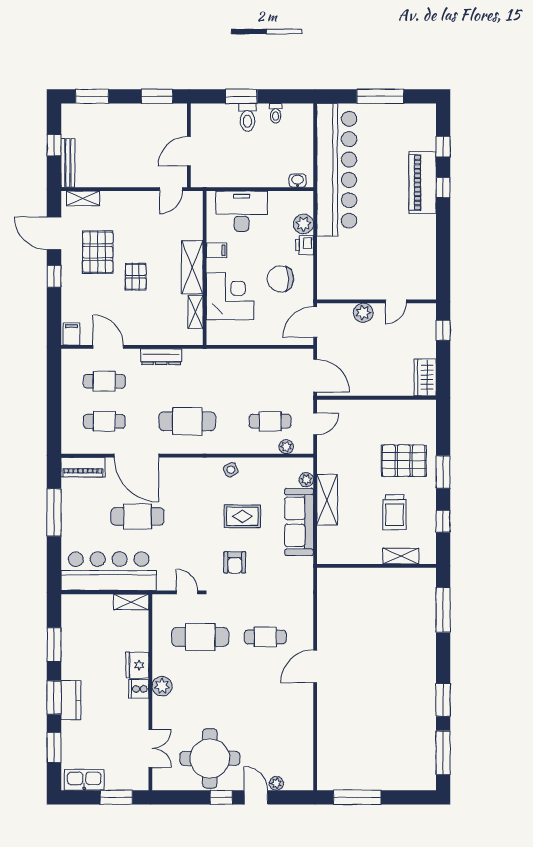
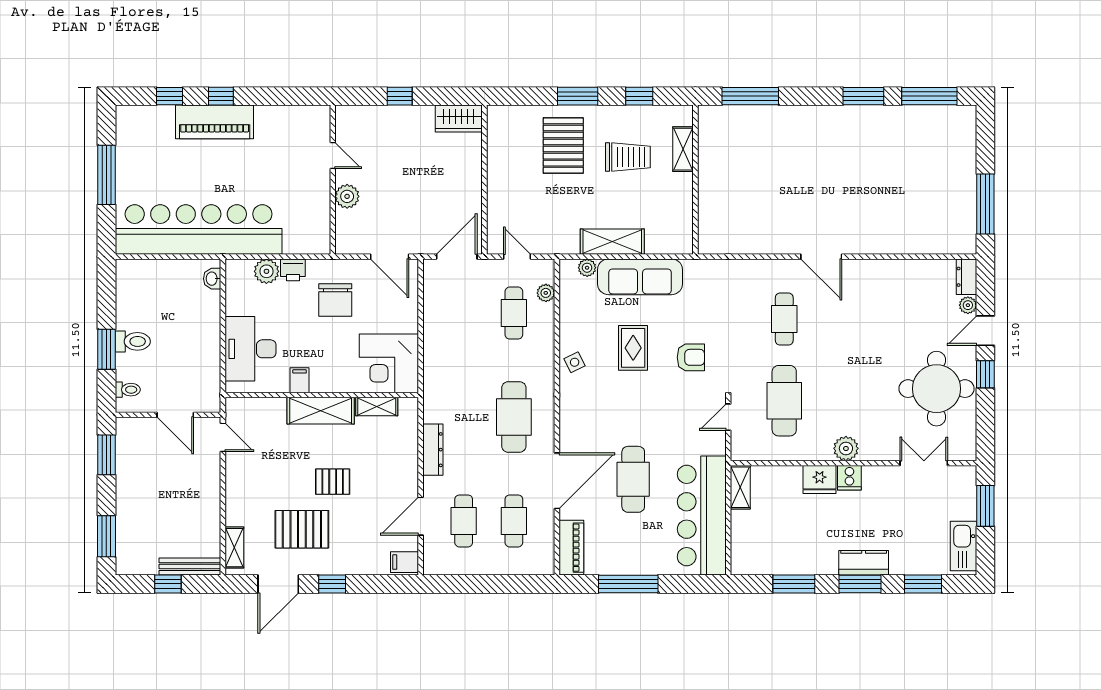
toilet: (276, 113) -> (128, 390), moved
corner desk: (230, 296) -> (389, 363), moved, turned -90
wall: (376, 301) -> (333, 180), moved
door: (396, 301) -> (333, 155), moved
plant: (363, 313) -> (347, 196), moved
dresser: (299, 782) -> (966, 277), added

